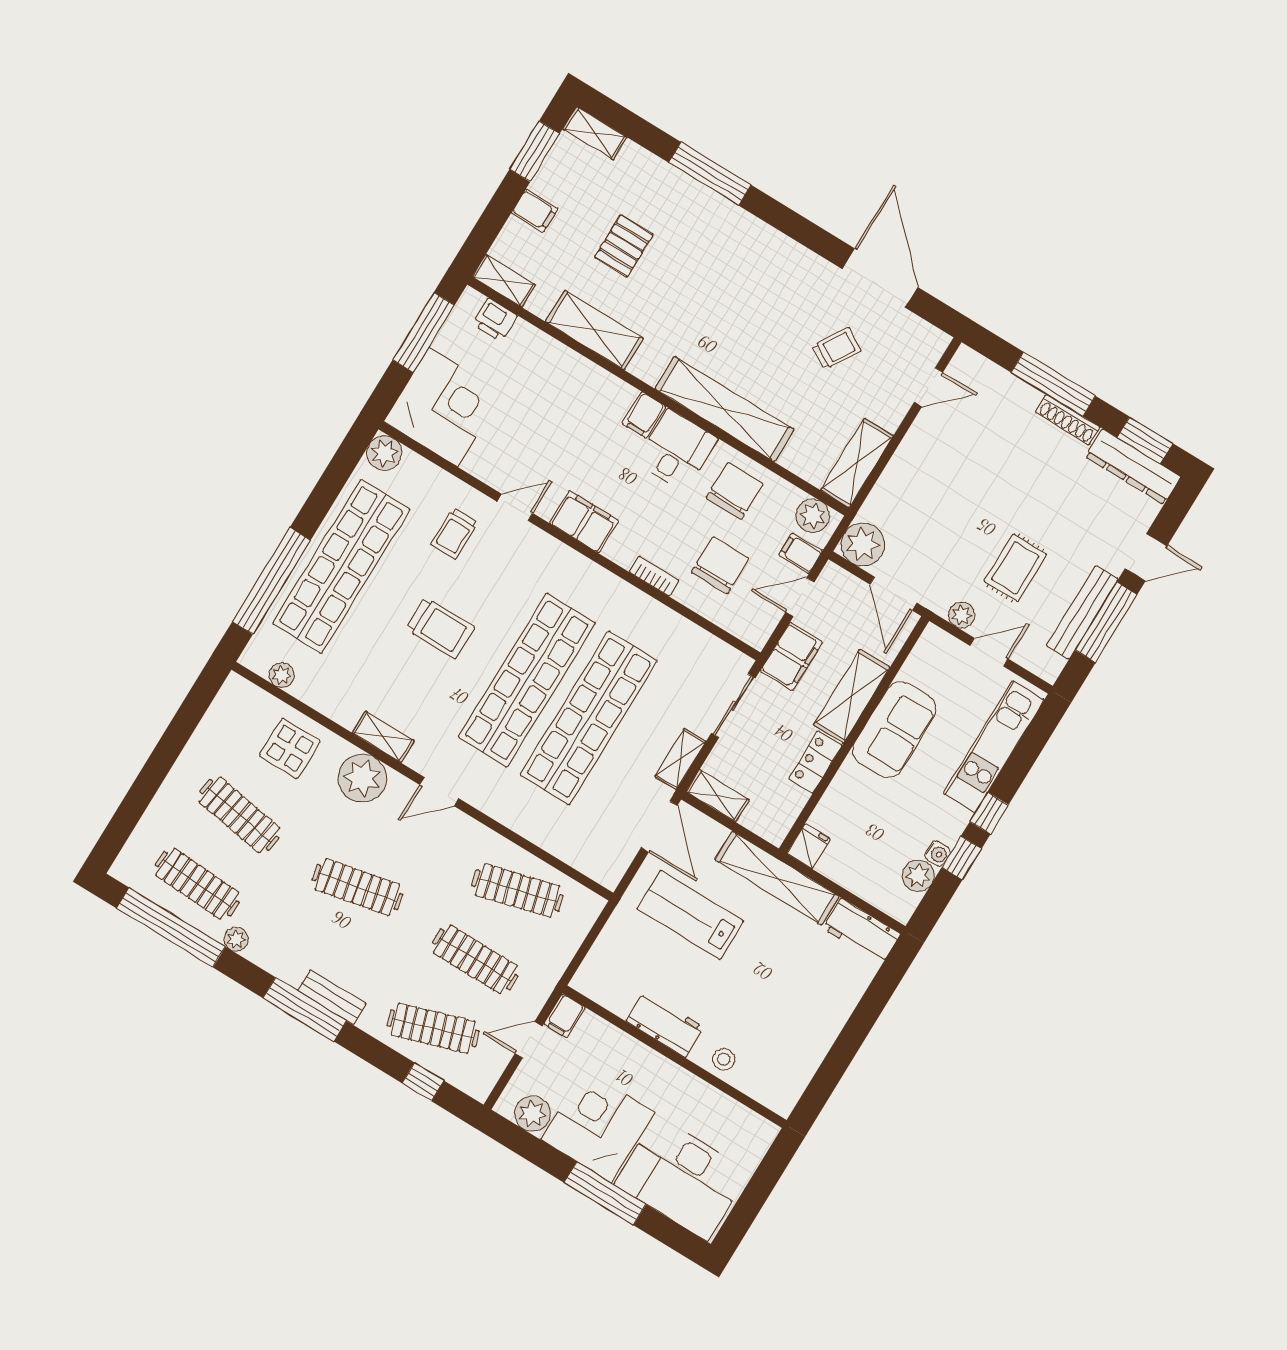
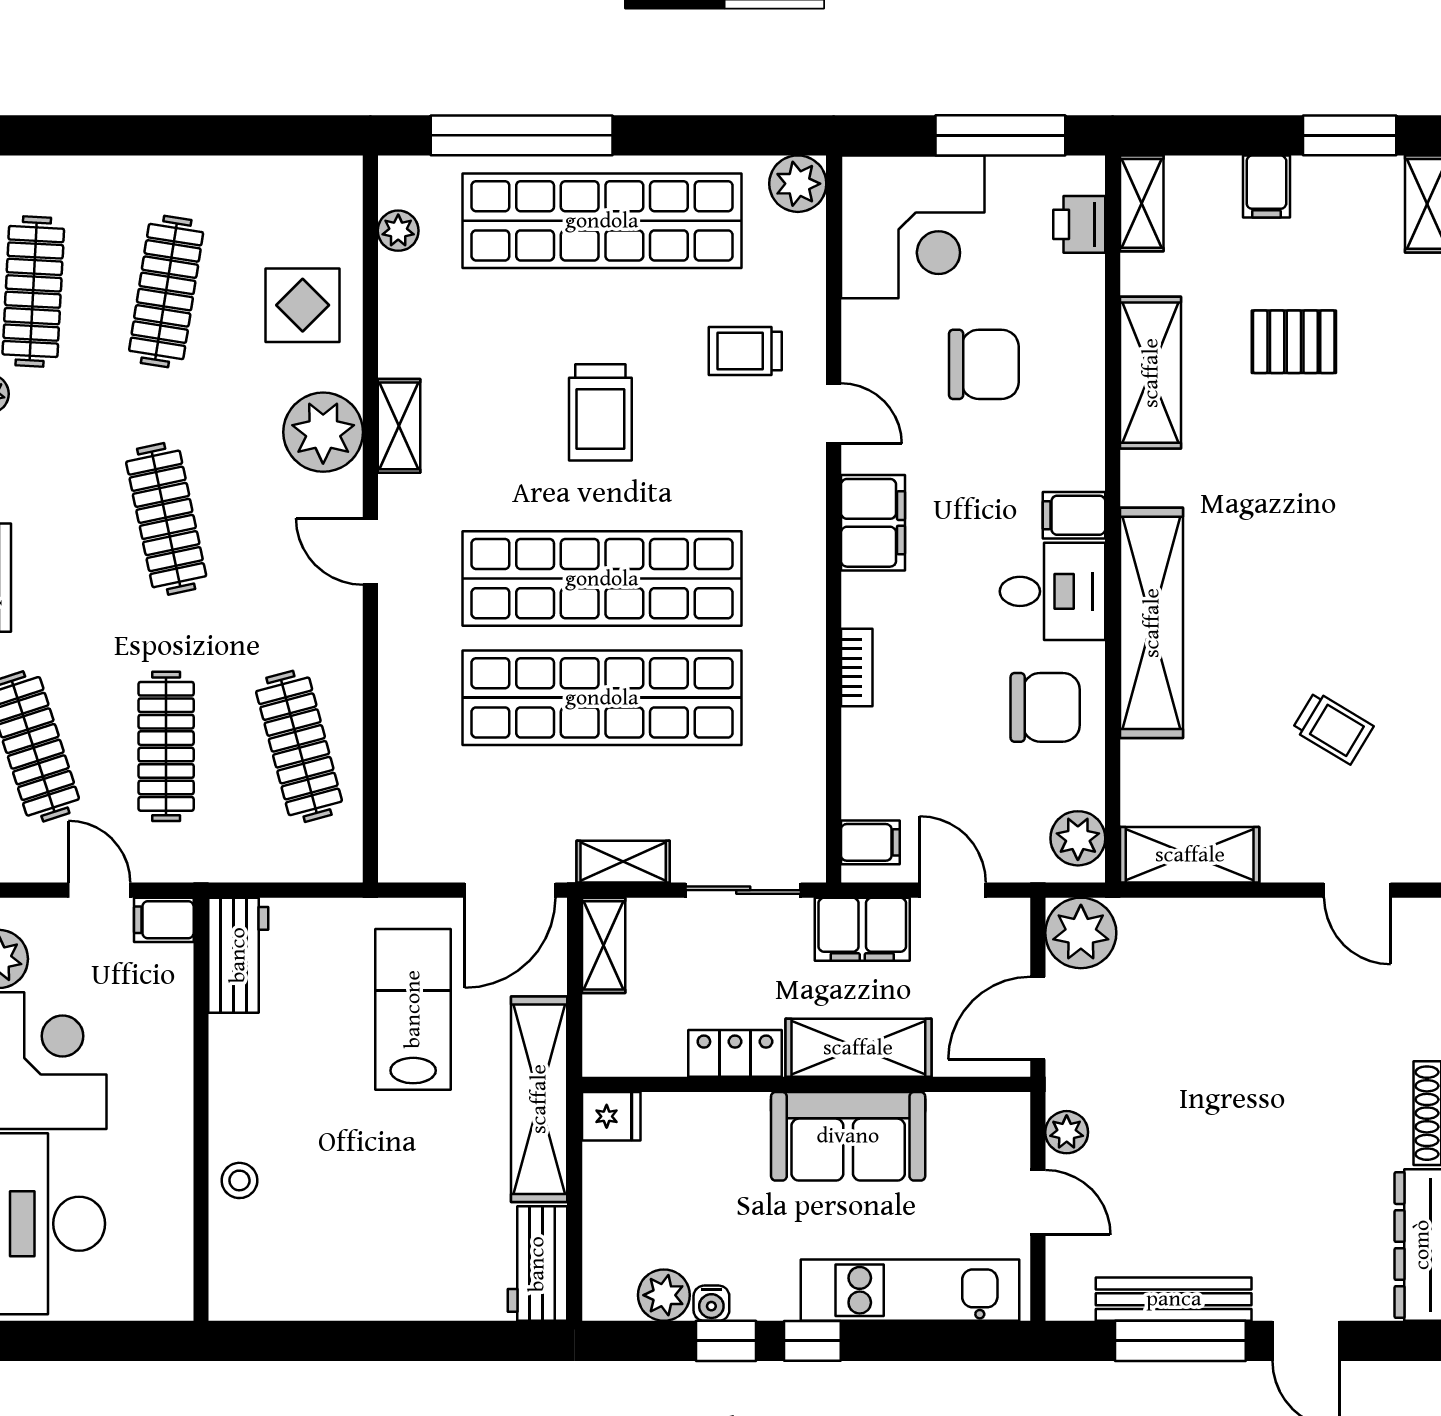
filing cabinet: (801, 553) -> (870, 842), moved, turned 90
chair: (720, 565) -> (984, 364), moved
rug: (1015, 568) -> (1179, 1167), removed
workbench: (665, 1024) -> (238, 955), moved

